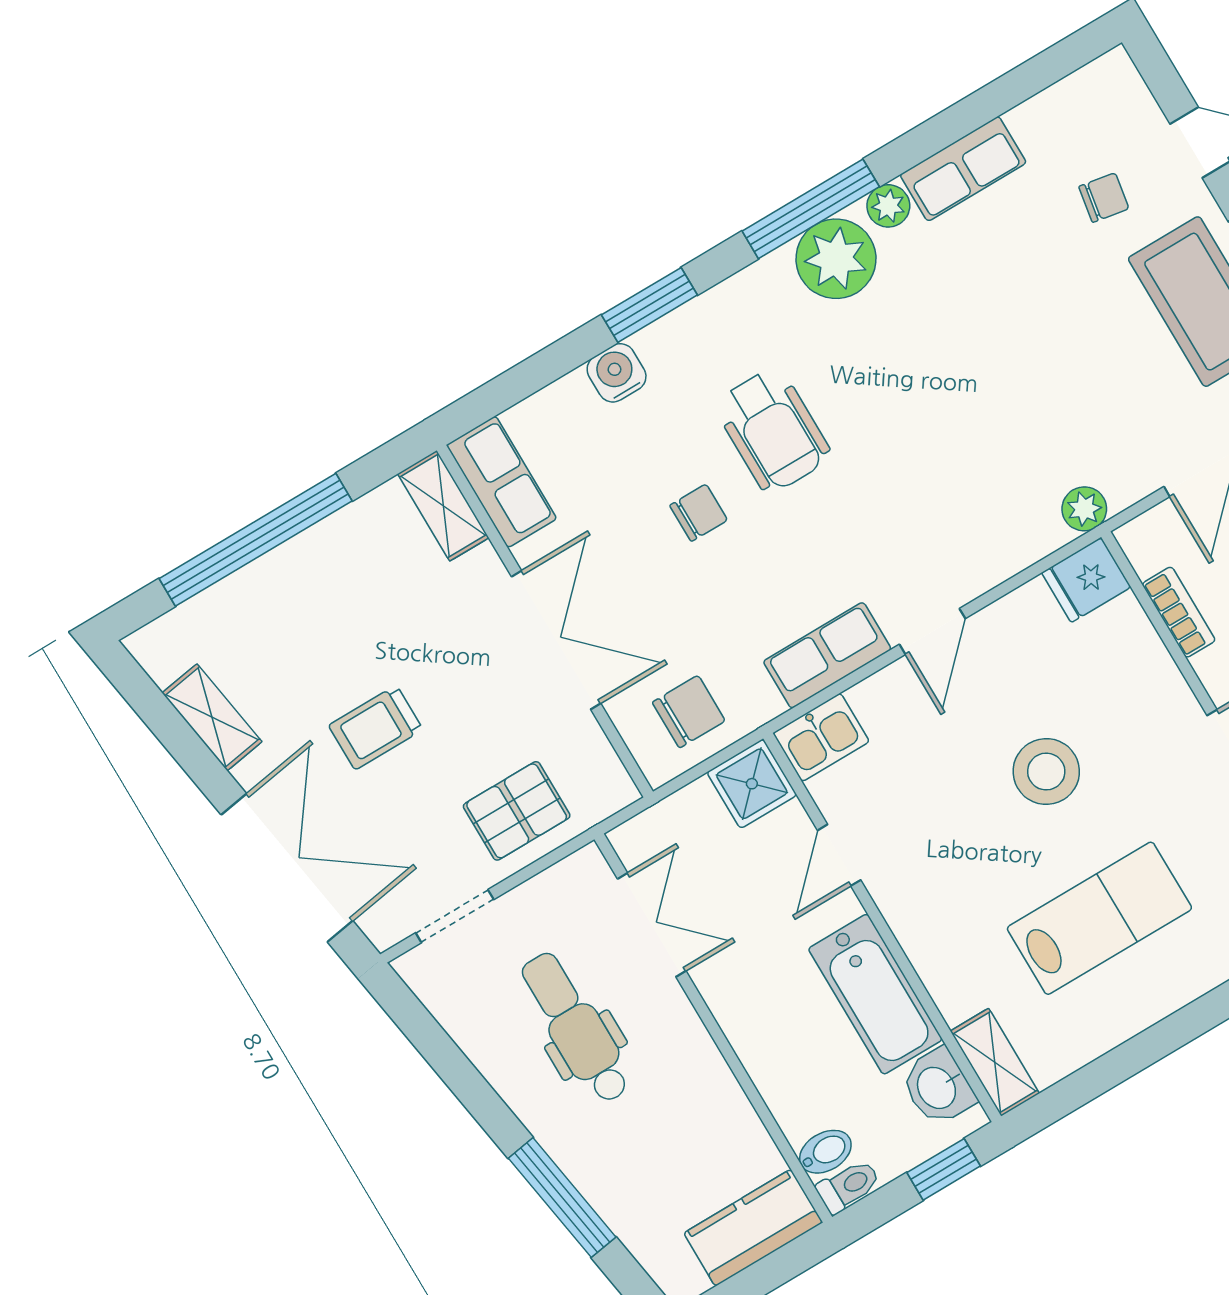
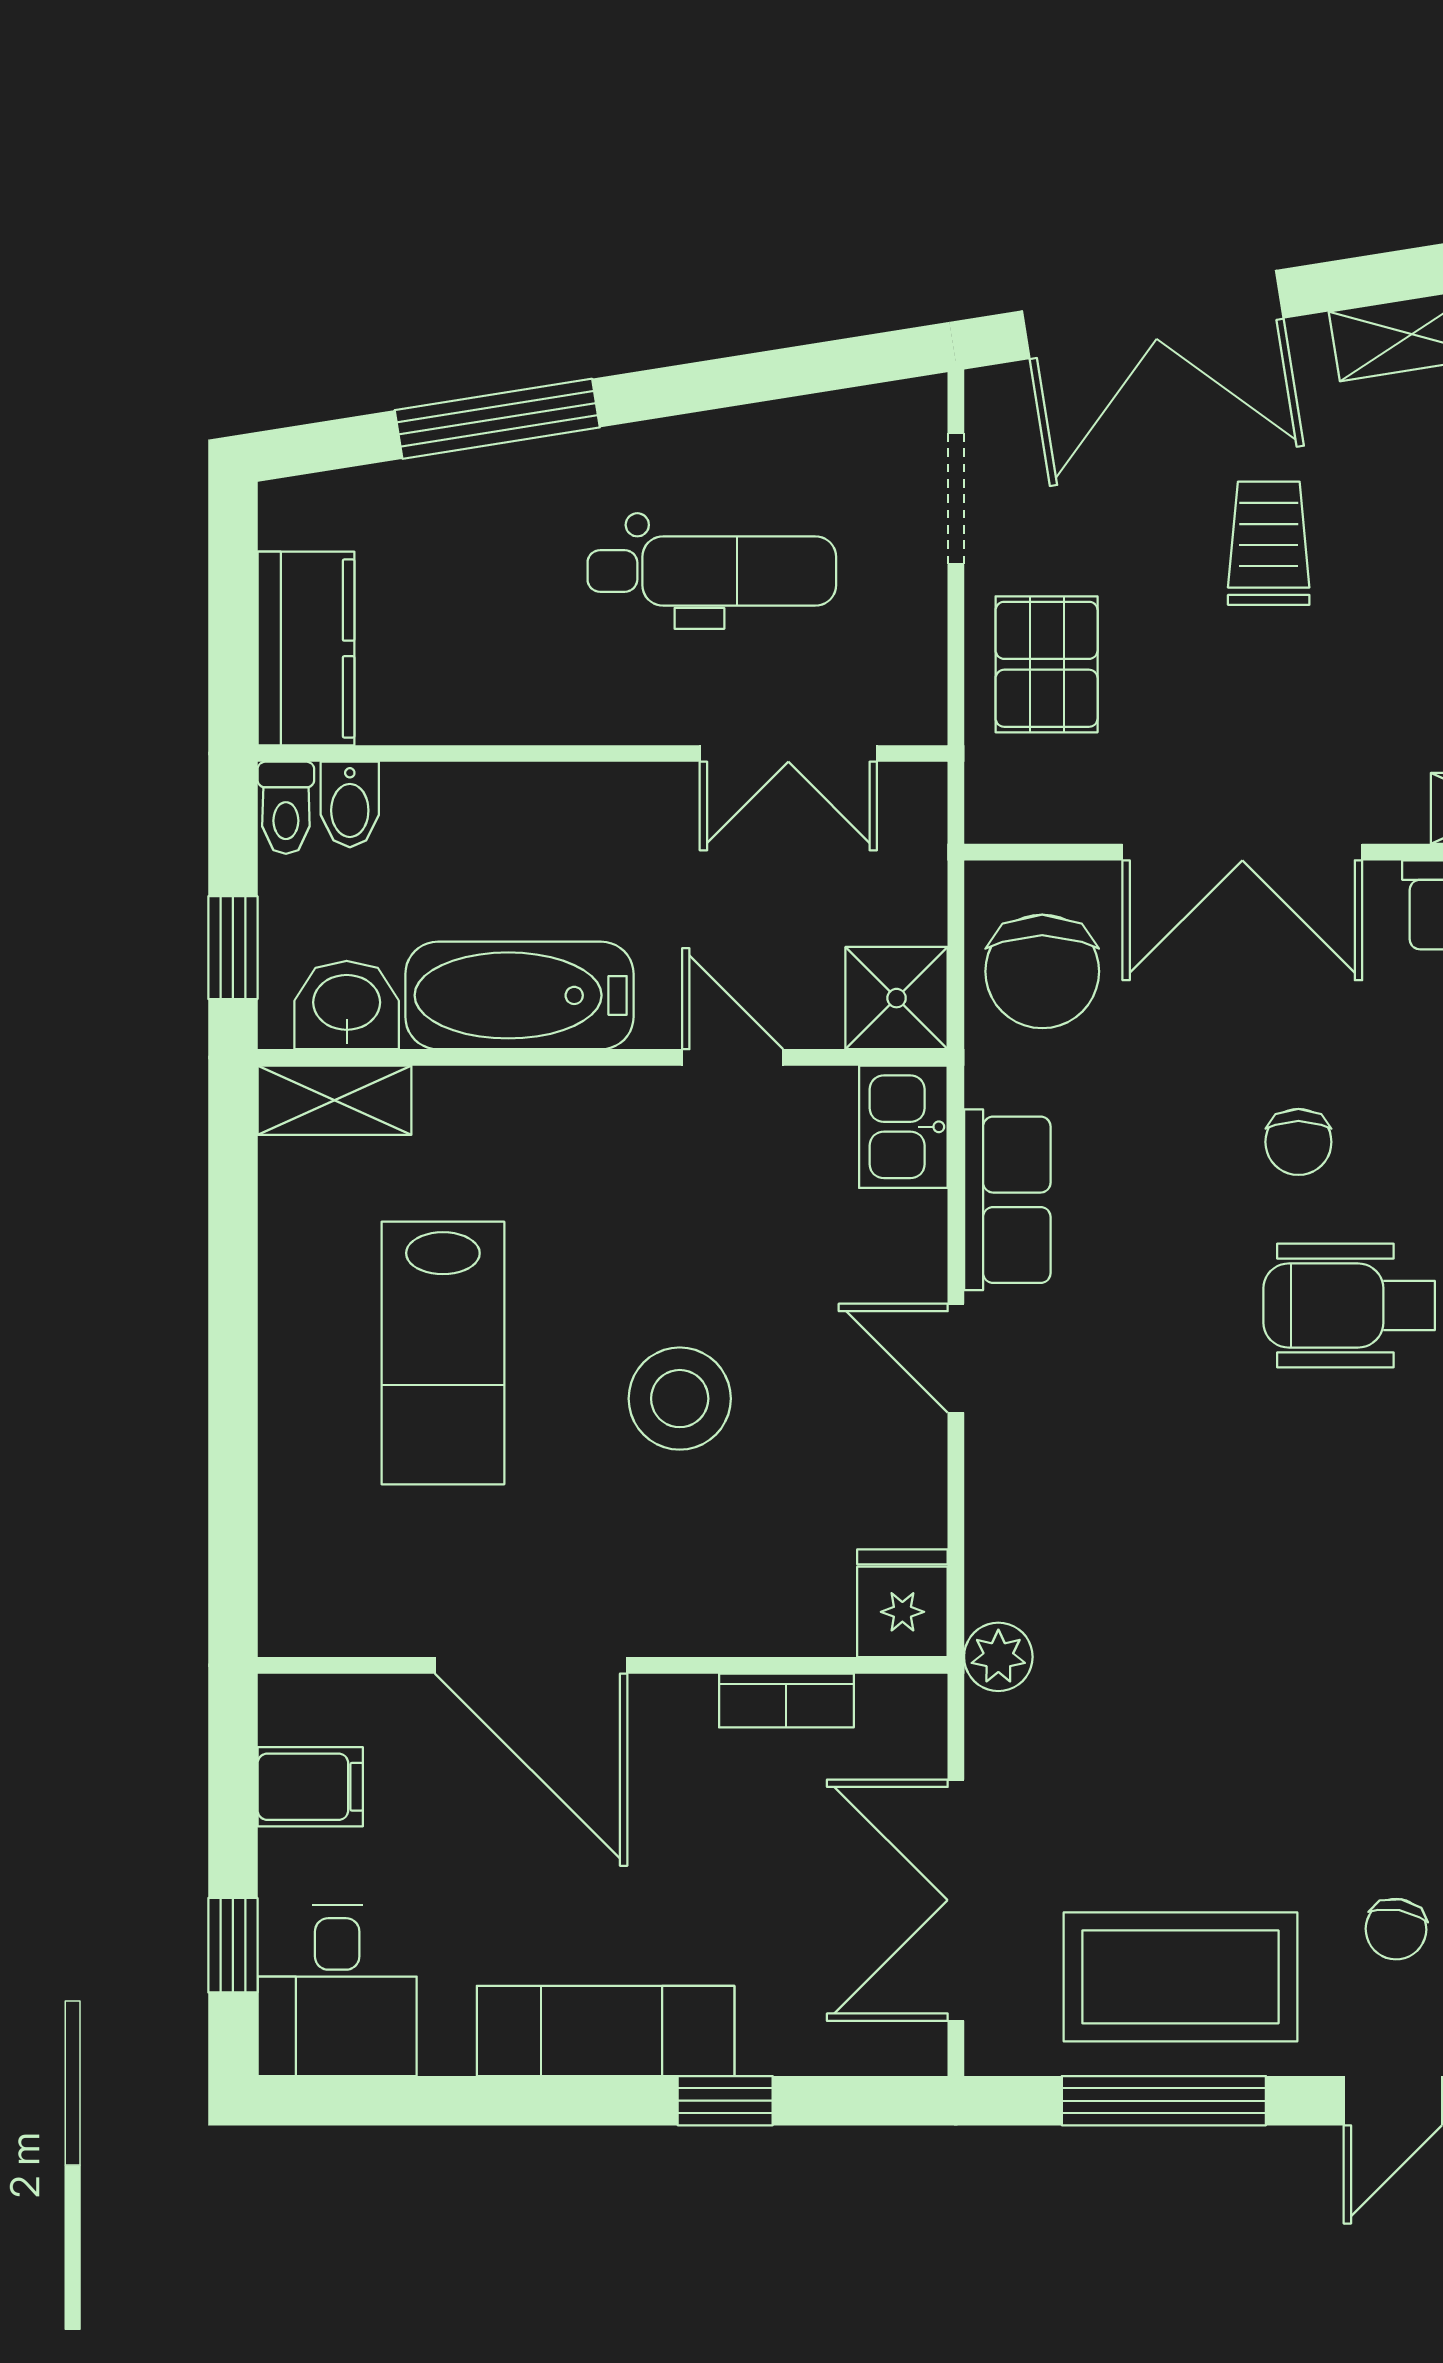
chair: (689, 712) -> (1042, 971), width x1.37, depth x1.37

